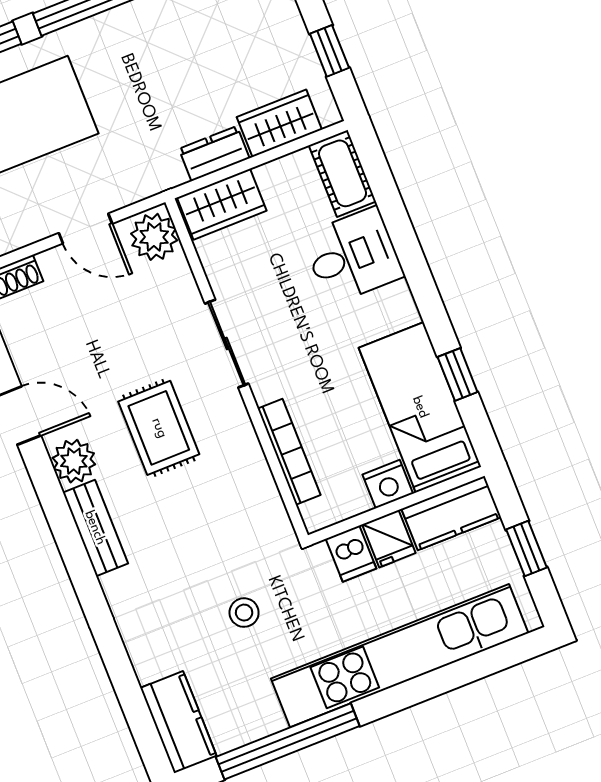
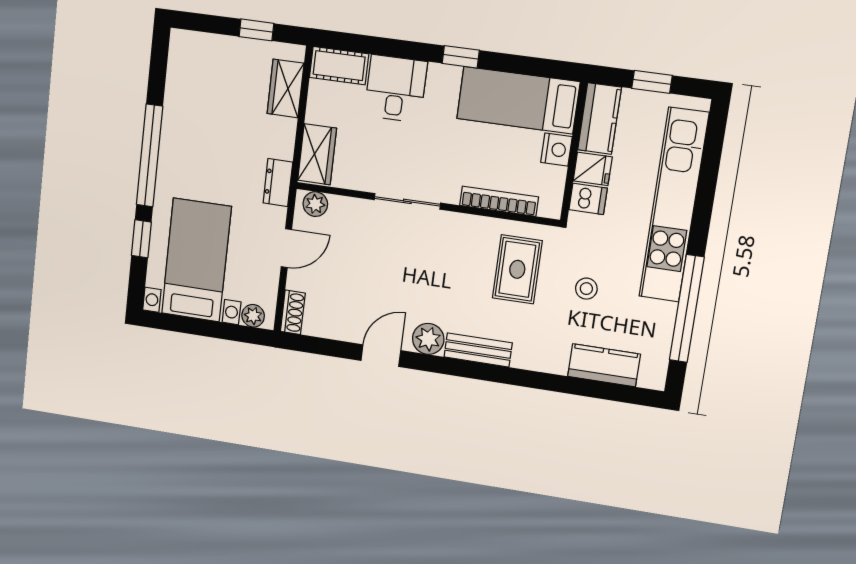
dresser: (214, 154) -> (278, 183), moved
plant: (154, 237) -> (315, 204), width x0.73, depth x0.73
window: (458, 375) -> (461, 57), moved
rug: (159, 428) -> (517, 269), moved, turned 90
kitchen counter: (179, 722) -> (604, 365), moved

